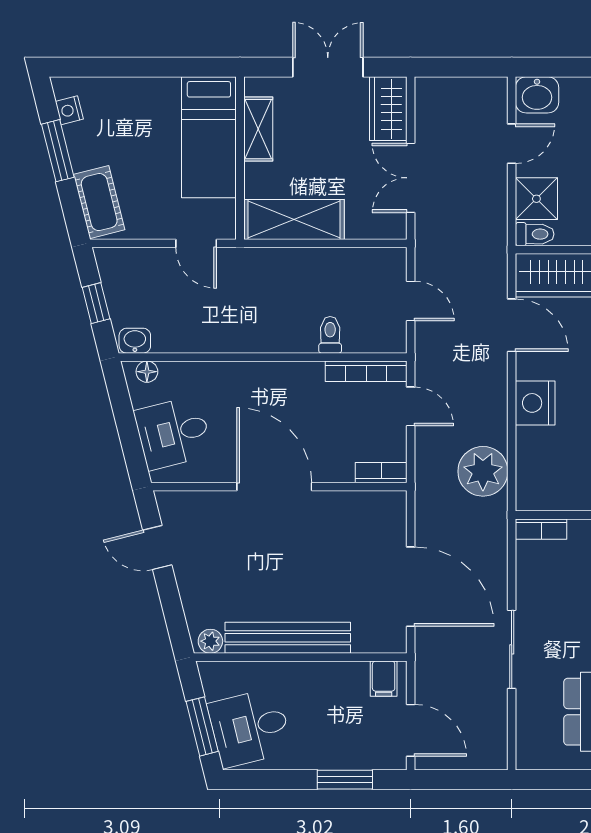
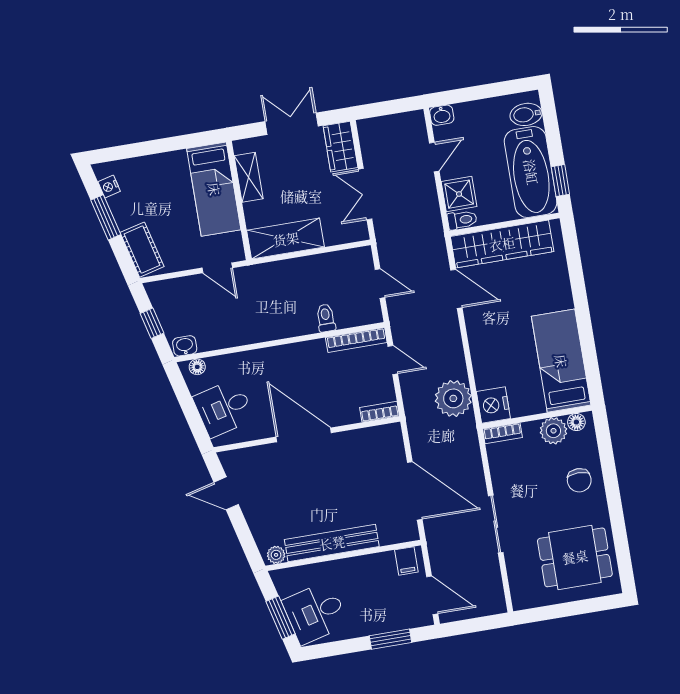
washbasin: (537, 95) -> (442, 115), width x0.72, depth x0.69
nightstand: (535, 403) -> (493, 405), moved

